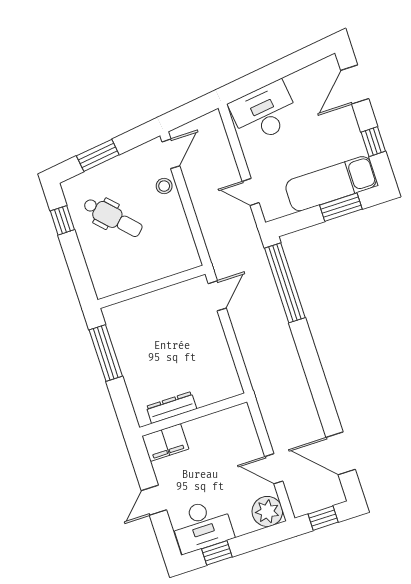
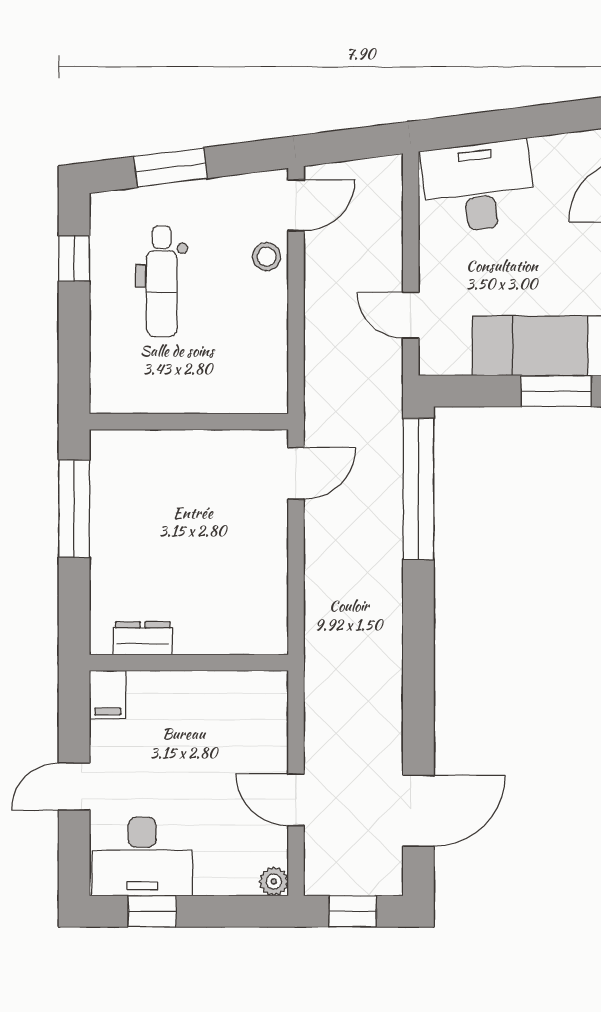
dental chair: (113, 217) -> (162, 281), turned 44
dresser: (171, 408) -> (143, 638), width x0.70
filing cabinet: (165, 443) -> (108, 695), width x0.50
door: (341, 453) -> (418, 811), swing flipped
plant: (267, 511) -> (274, 881), width x0.53, depth x0.53

